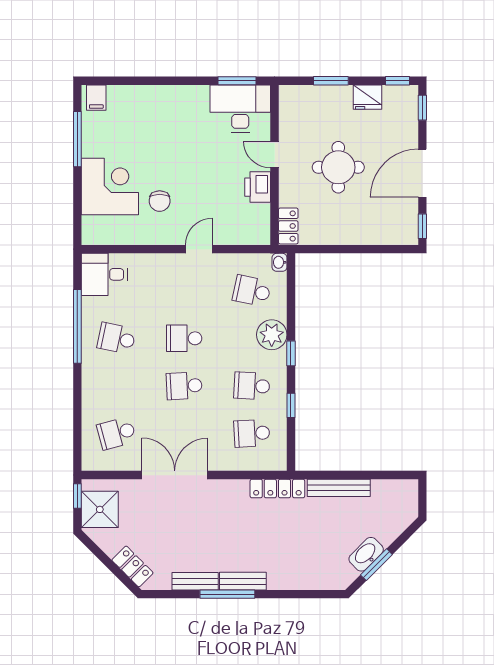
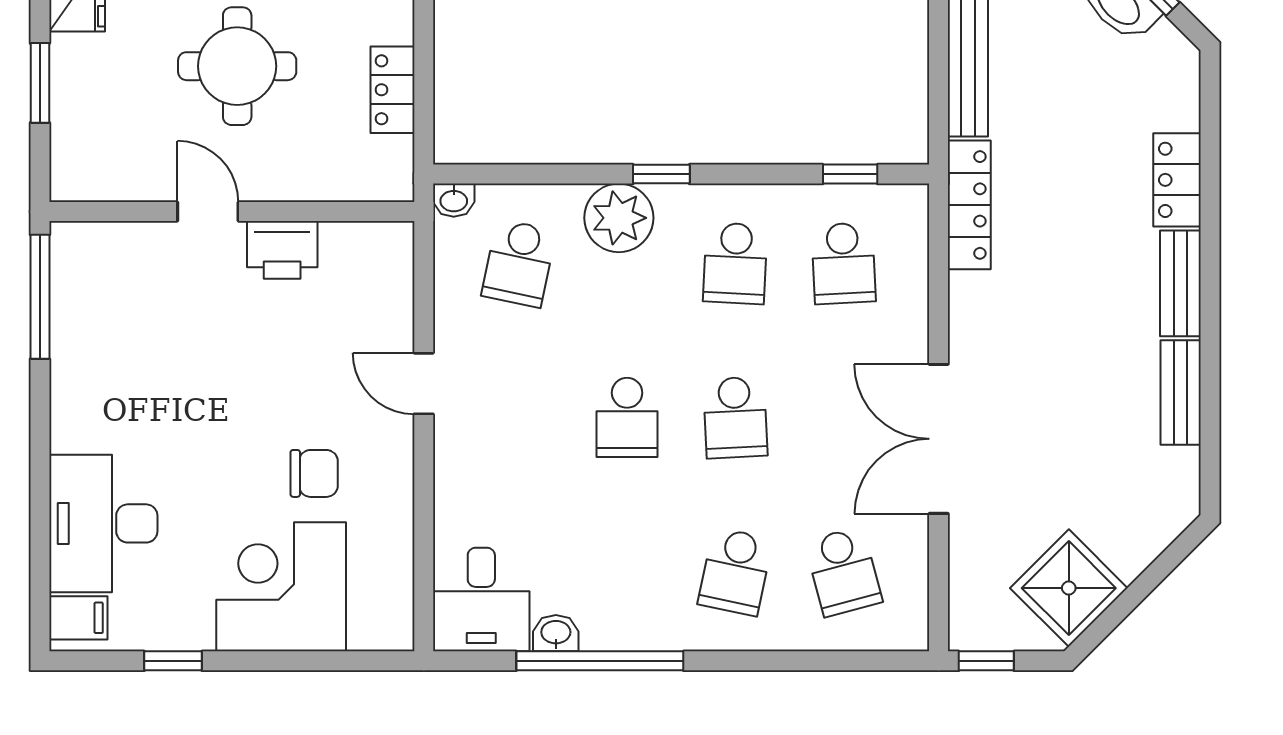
window: (237, 81) -> (40, 297), width x1.44
desk: (240, 109) -> (103, 523), moved
window: (77, 139) -> (173, 661), width x0.46
door: (275, 154) -> (208, 212), swing flipped
locker: (288, 226) -> (392, 90), moved, turned -90
washbasin: (90, 307) -> (556, 633), added
school desk: (117, 338) -> (735, 572), moved
window: (291, 405) -> (850, 174), moved
shower: (100, 509) -> (1069, 588), moved, turned 45
locker: (132, 566) -> (1177, 180), moved, turned -45
window: (227, 594) -> (1210, 319), removed

